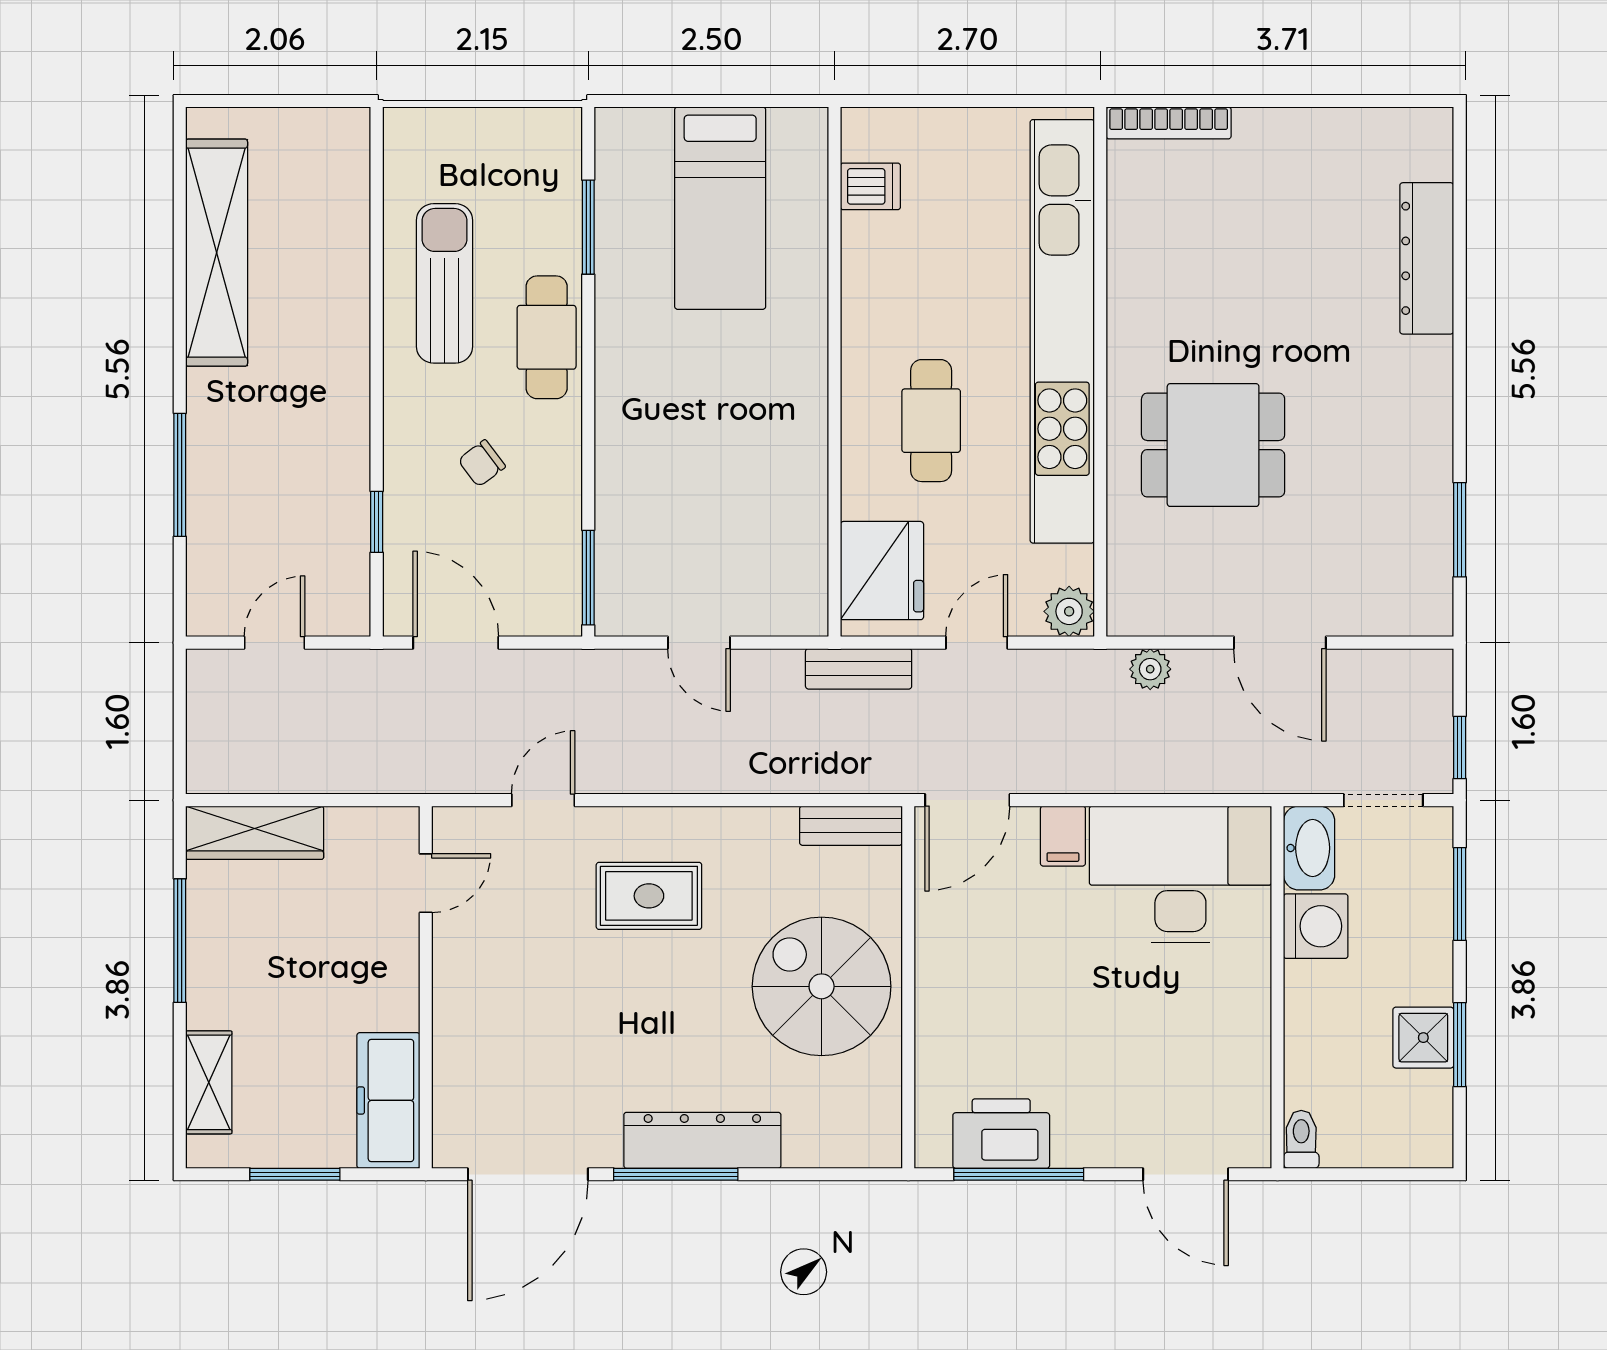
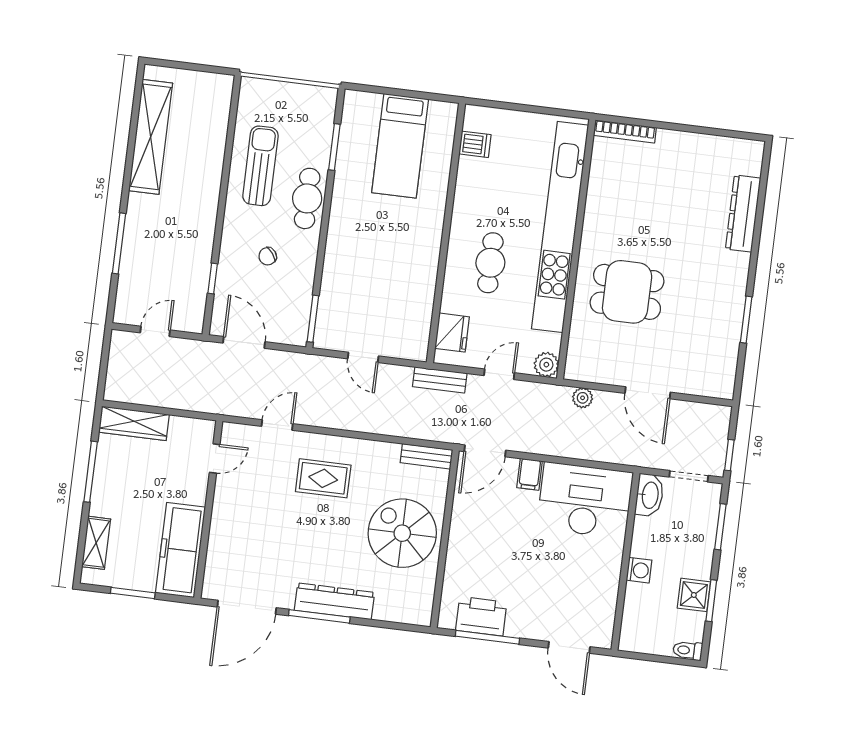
window: (1460, 530) -> (746, 320), moved
fridge: (882, 571) -> (452, 333), width x0.73, depth x0.75
washing machine: (1316, 926) -> (639, 570), moved, width x0.73, depth x0.73
freezer: (388, 1100) -> (181, 550), width x1.36, depth x1.26
toilet: (1301, 1139) -> (688, 650), moved, turned -90

